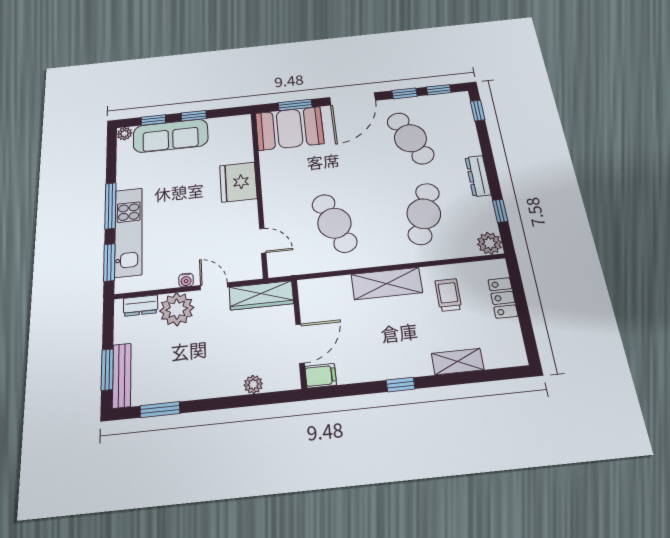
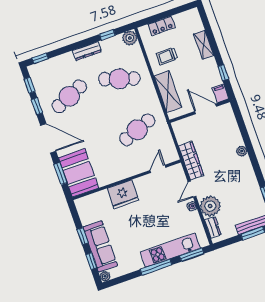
wall: (299, 333) -> (200, 111), moved
door: (300, 344) -> (206, 109), moved
filing cabinet: (321, 376) -> (221, 93), moved

